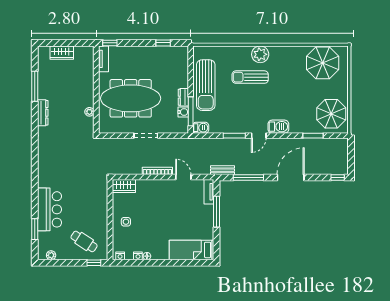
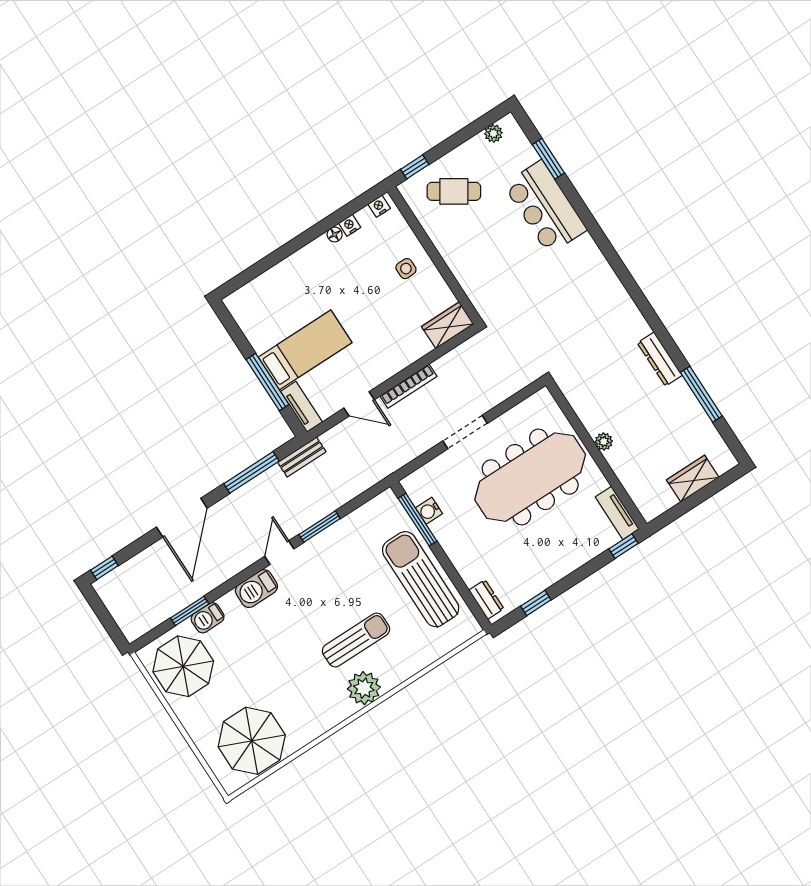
dresser: (183, 97) -> (486, 600), moved
plant: (89, 112) -> (604, 442), moved
barbecue: (201, 128) -> (208, 618), moved
bed: (191, 250) -> (305, 350), moved

